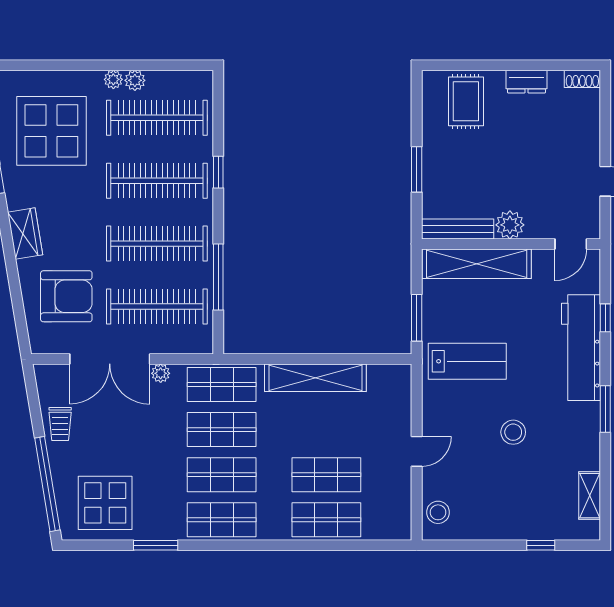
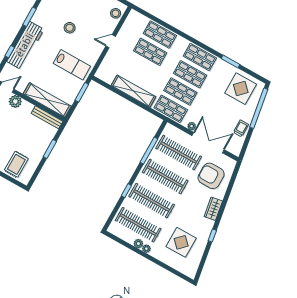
display table: (51, 131) -> (181, 242), width x0.73, depth x0.73
plant: (510, 225) -> (15, 101), moved
lab bench: (467, 361) -> (72, 65), turned 180

